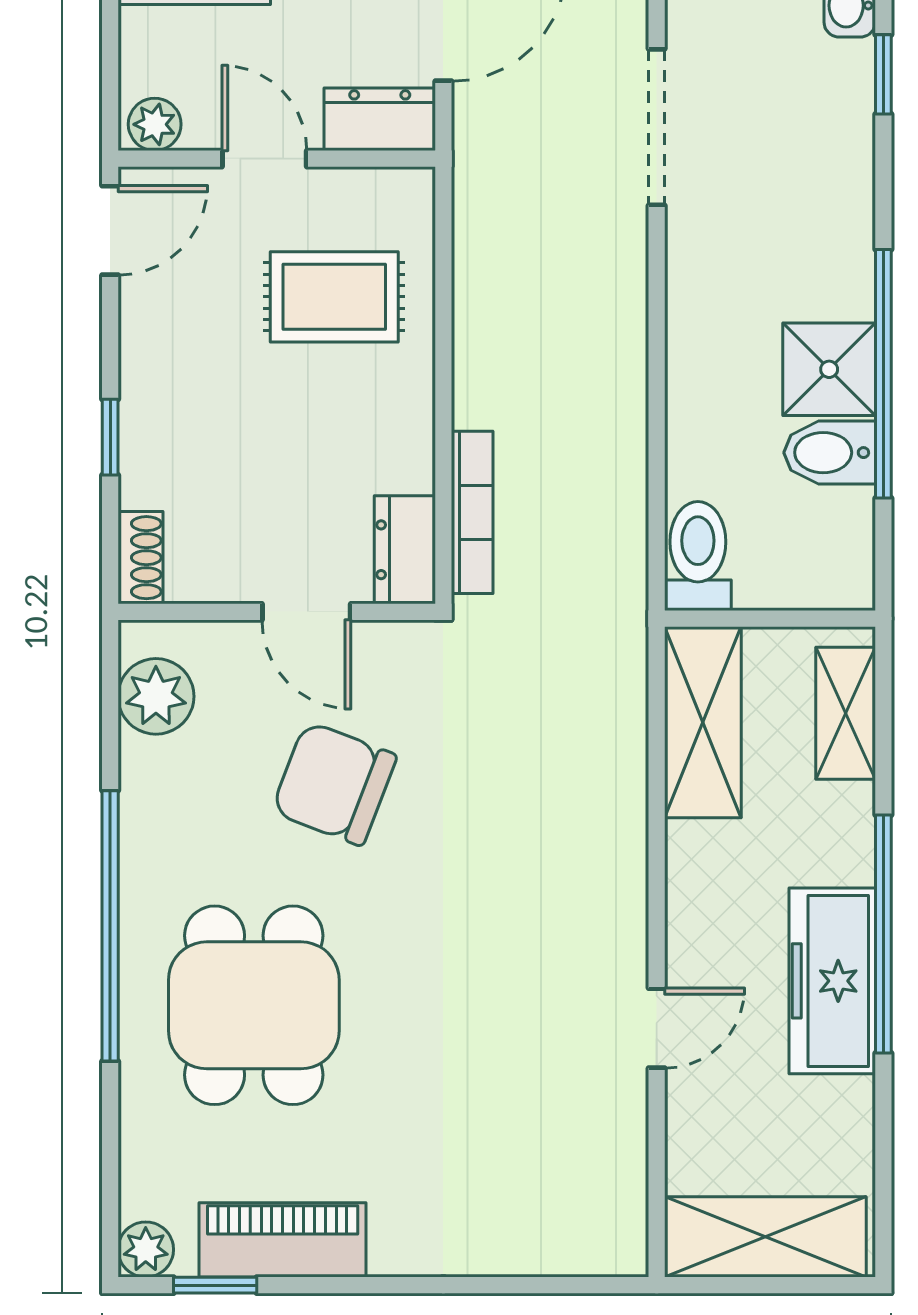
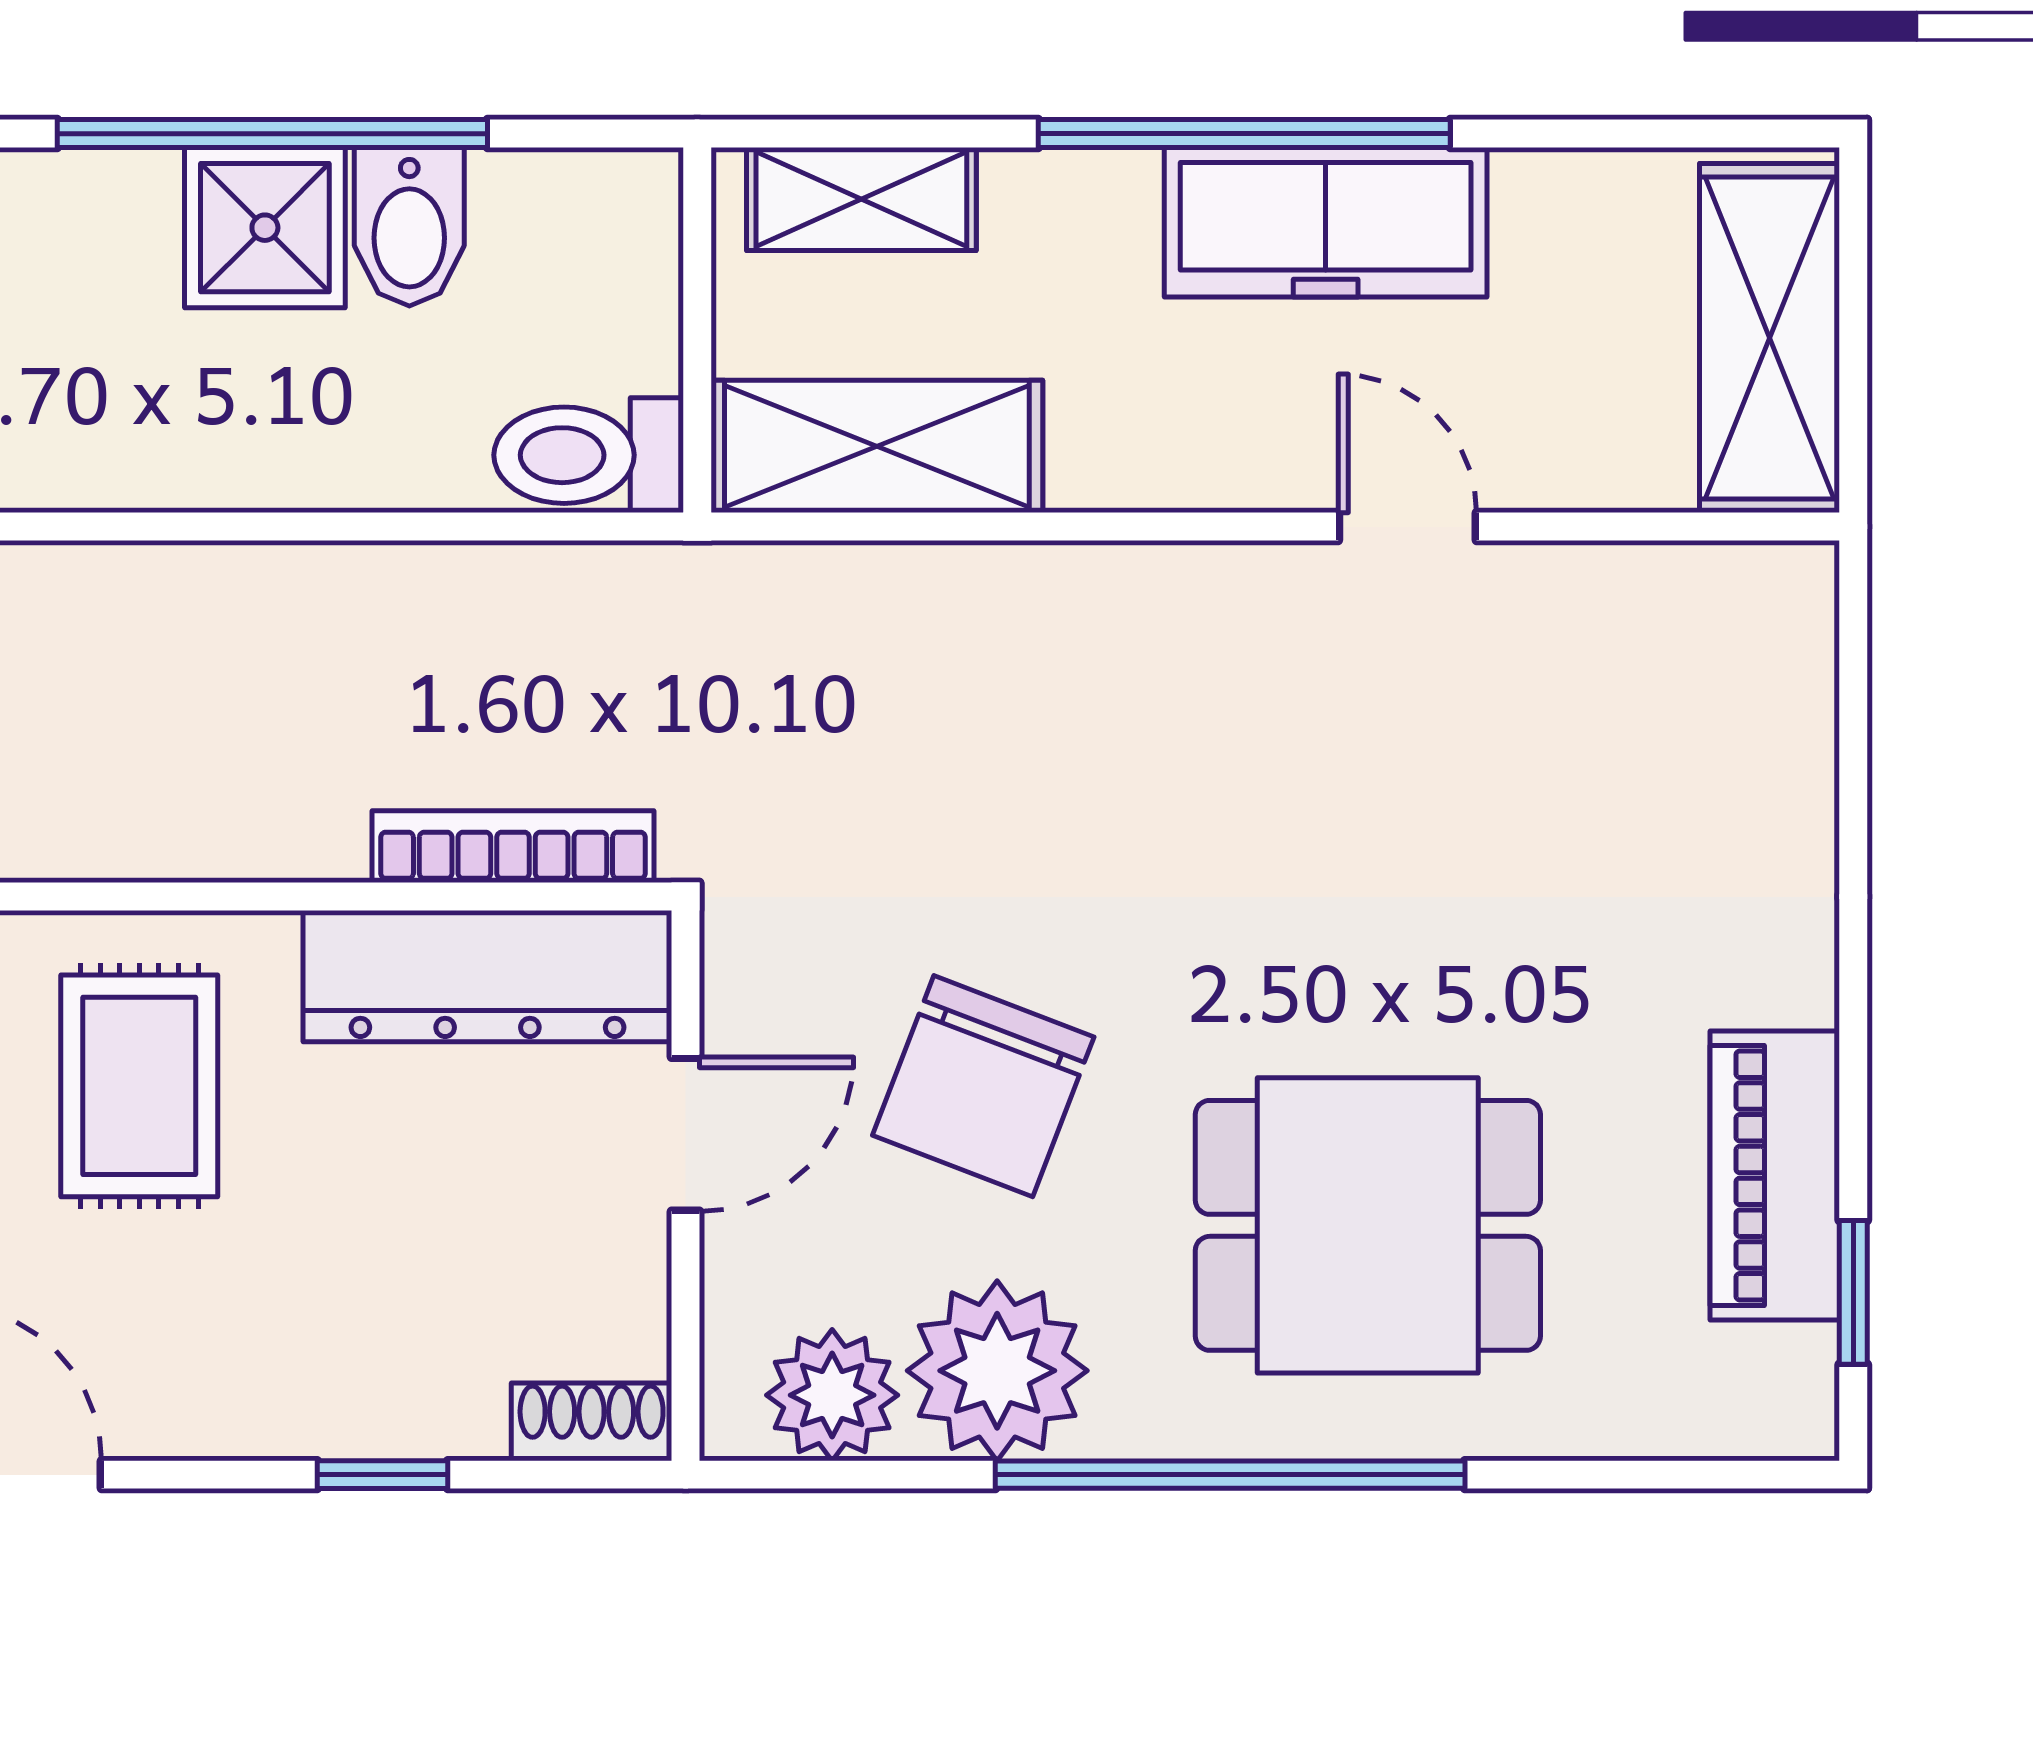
dresser: (405, 550) -> (487, 976), width x1.96, depth x1.24
plant: (146, 1250) -> (997, 1371), moved, width x1.88, depth x1.88

